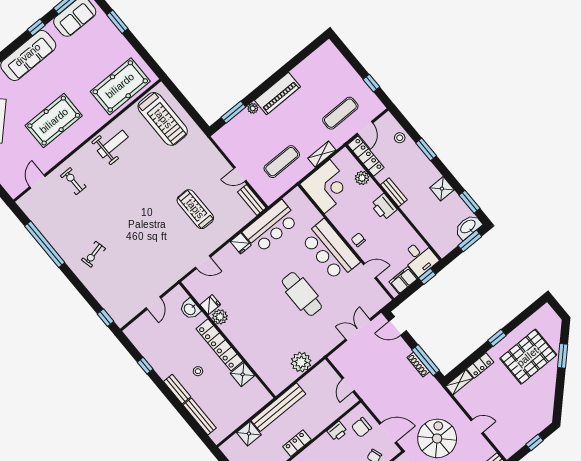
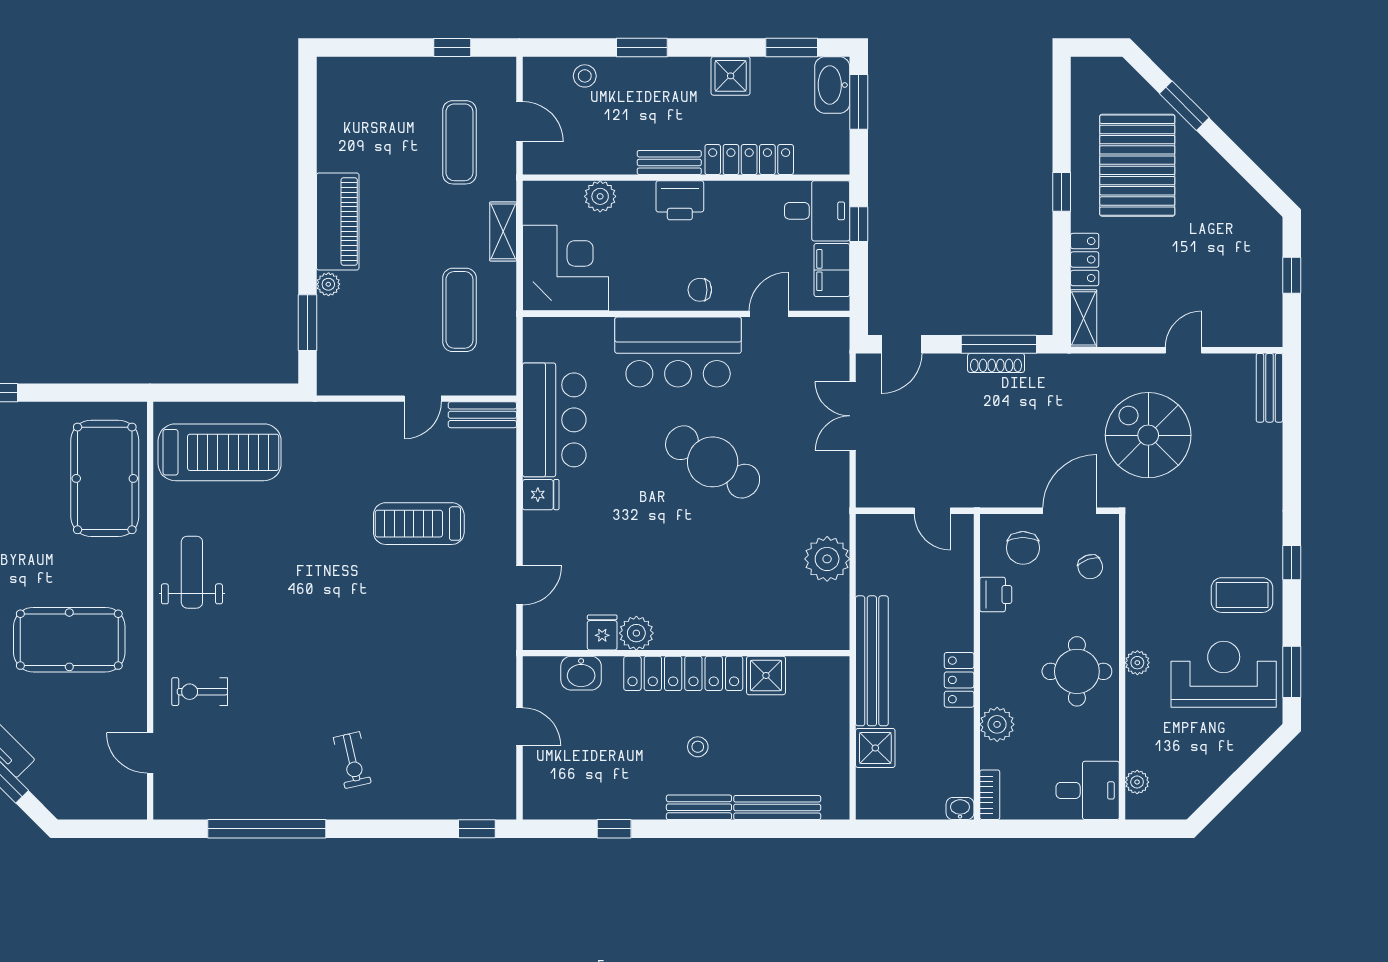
pool table: (54, 121) -> (69, 640), turned 90
locker: (366, 156) -> (749, 160), moved
cafe table: (302, 294) -> (713, 462), turned 32

